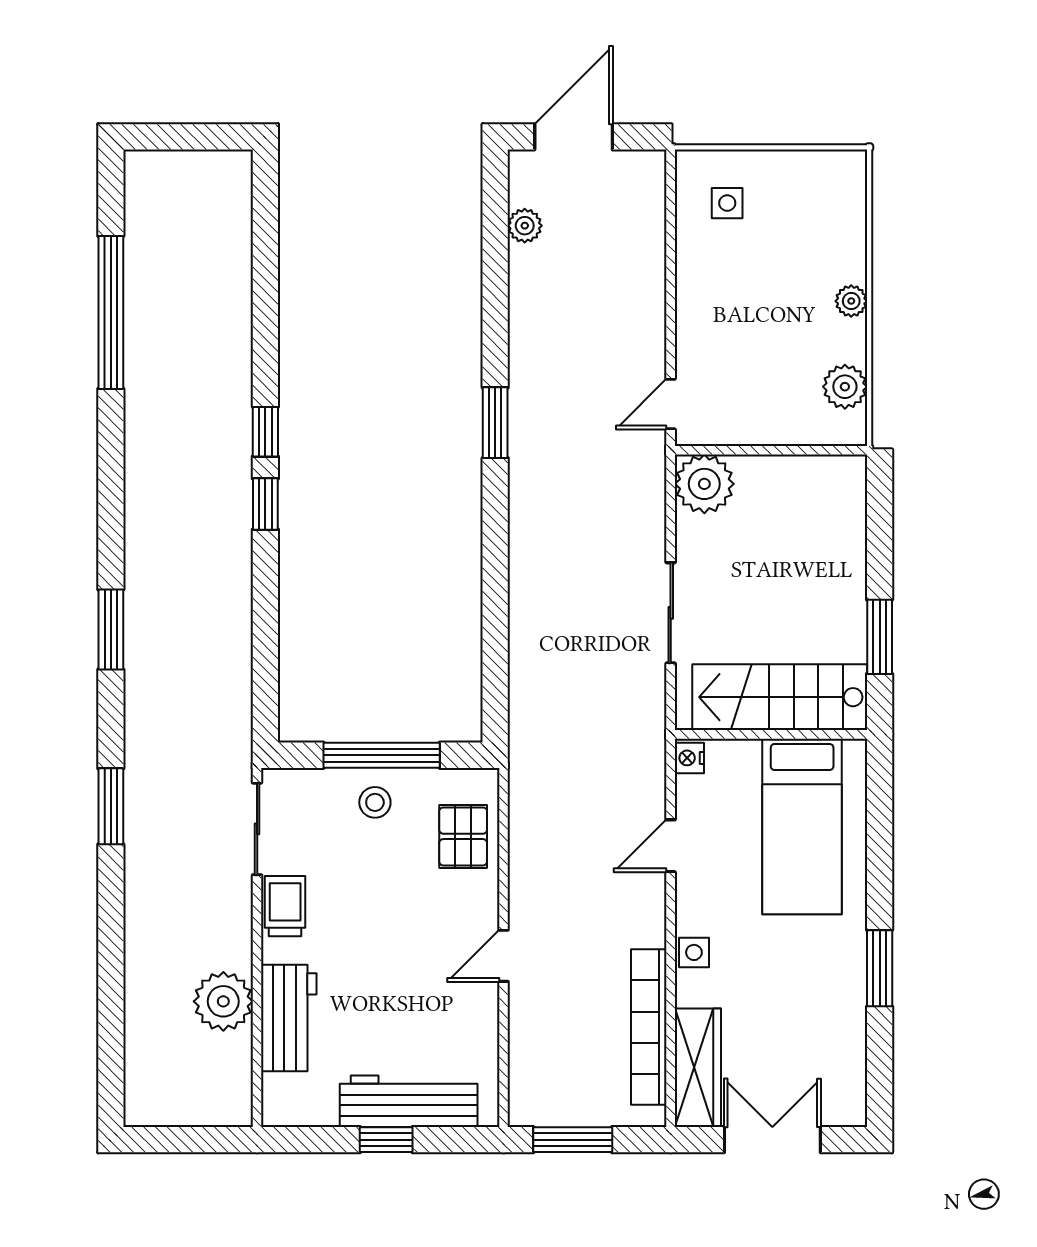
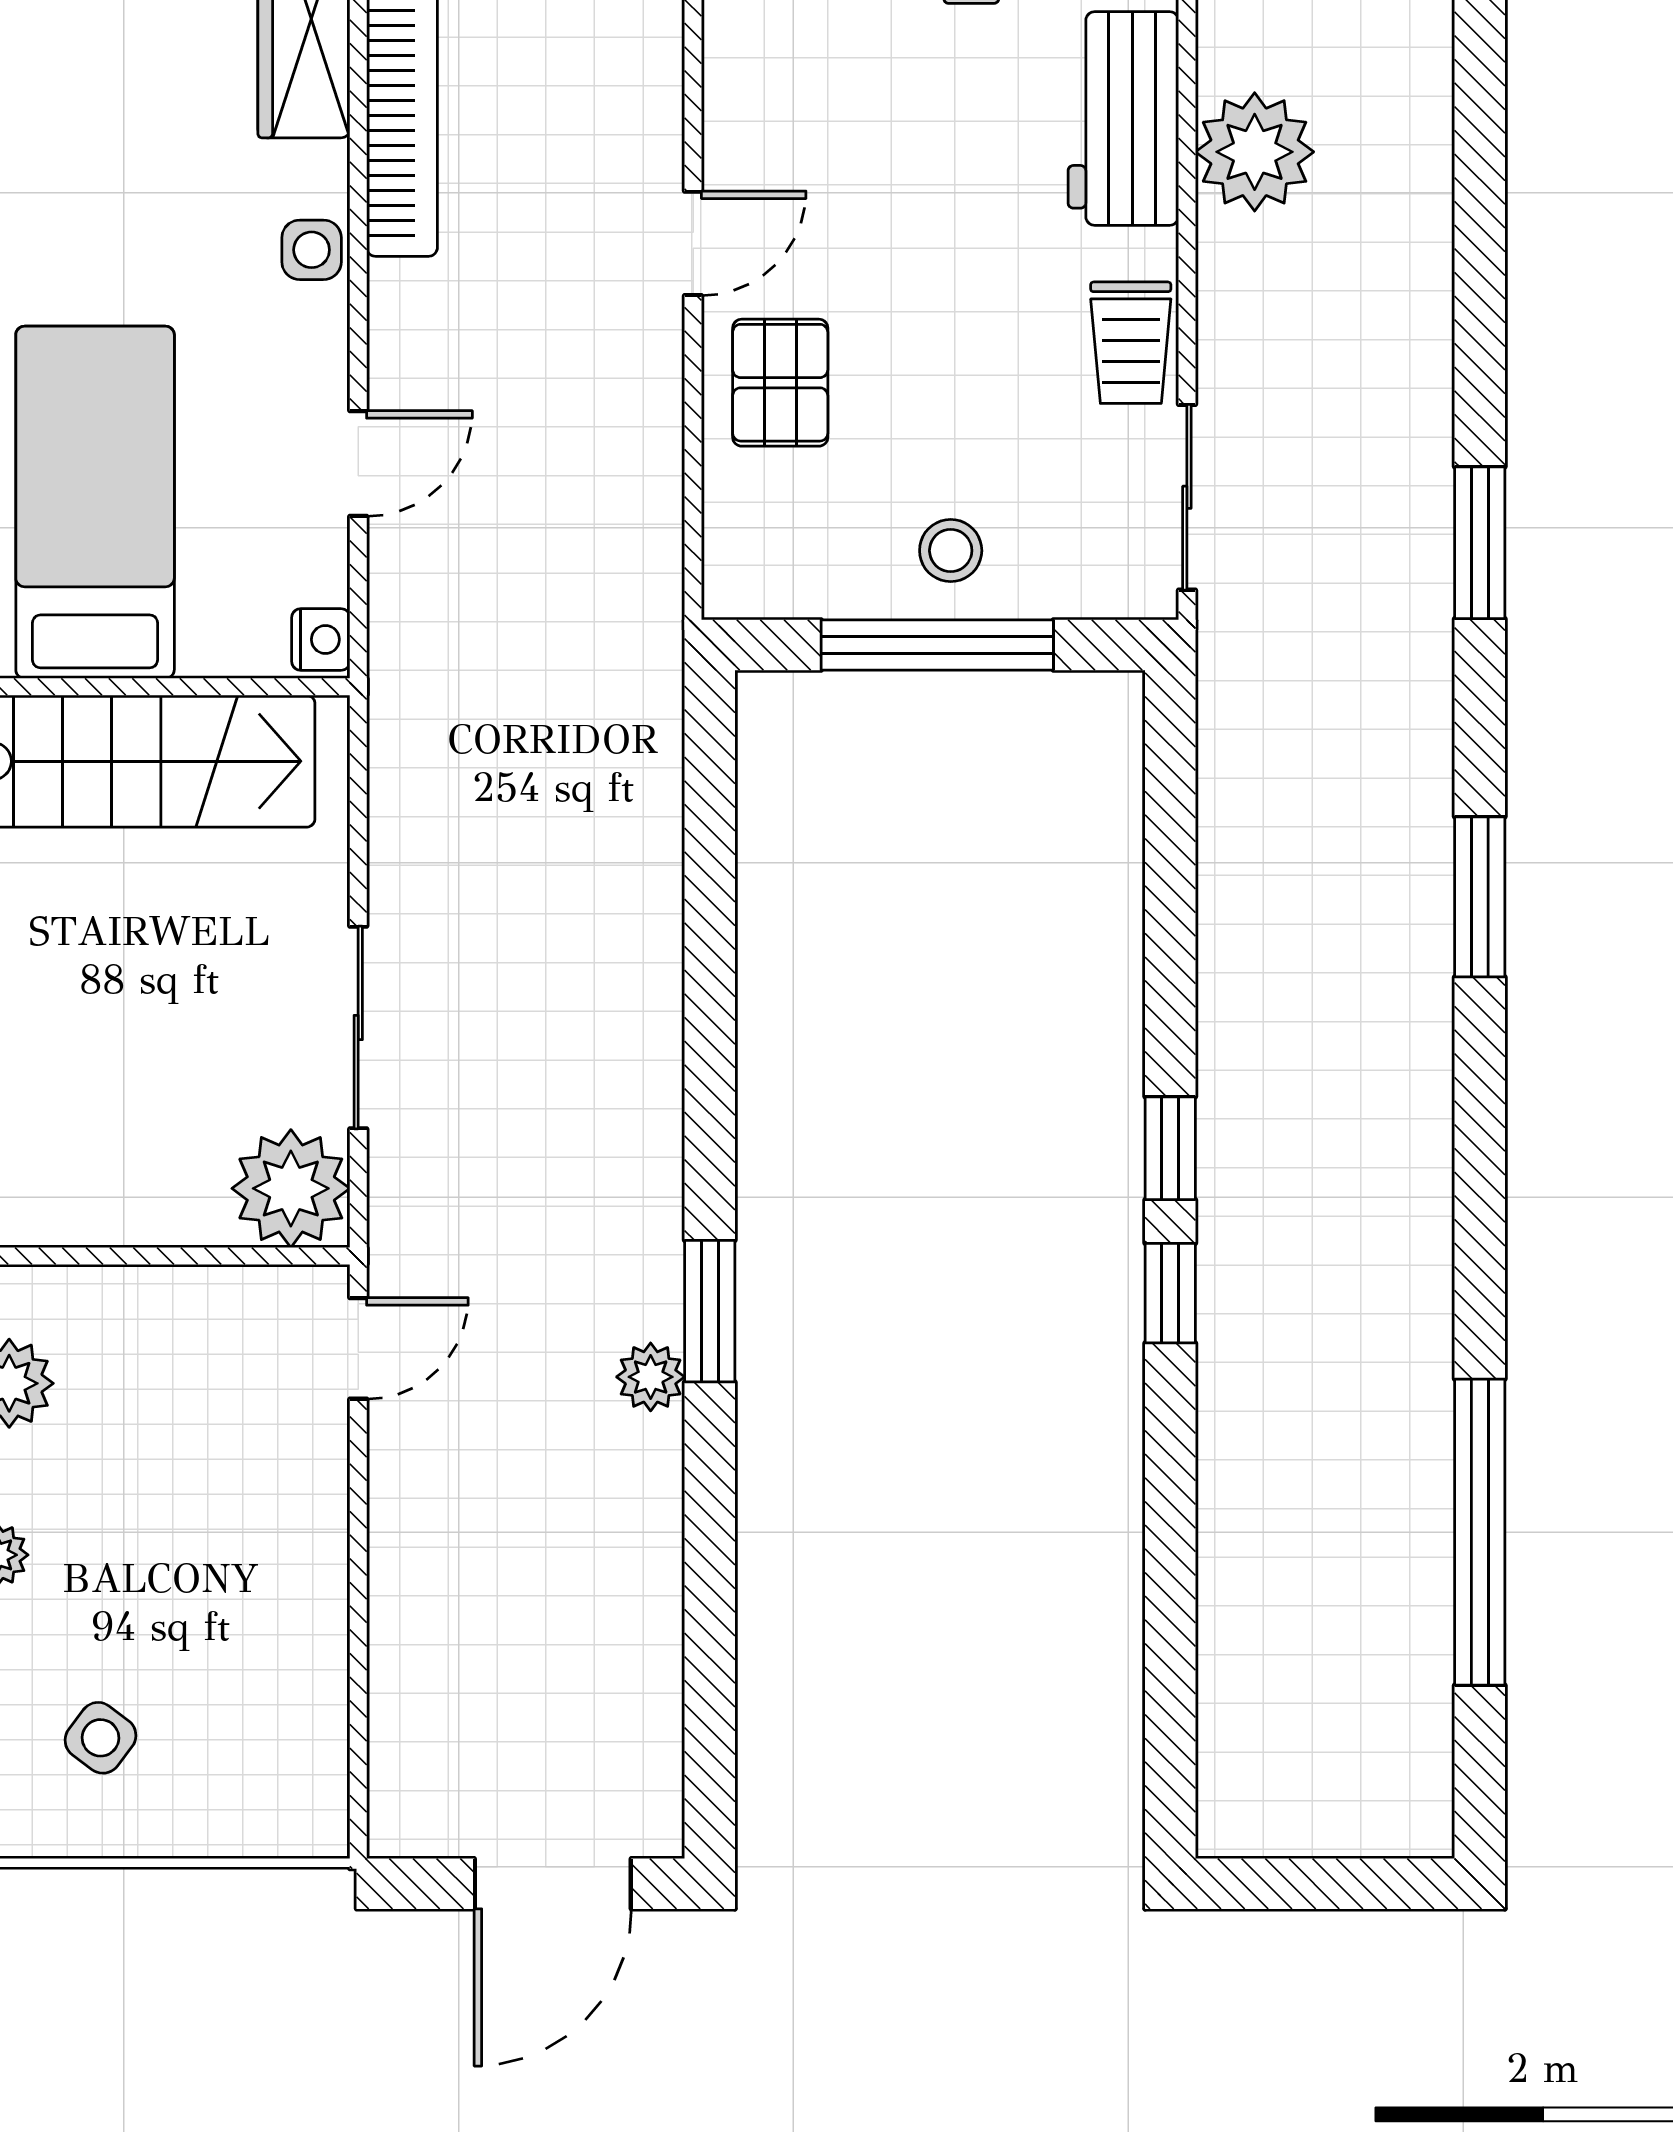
side table: (727, 203) -> (100, 1738), moved, turned 37
plant: (525, 226) -> (651, 1377), moved
sliding door: (671, 613) -> (358, 1027), moved
pallet: (463, 836) -> (780, 383), moved

